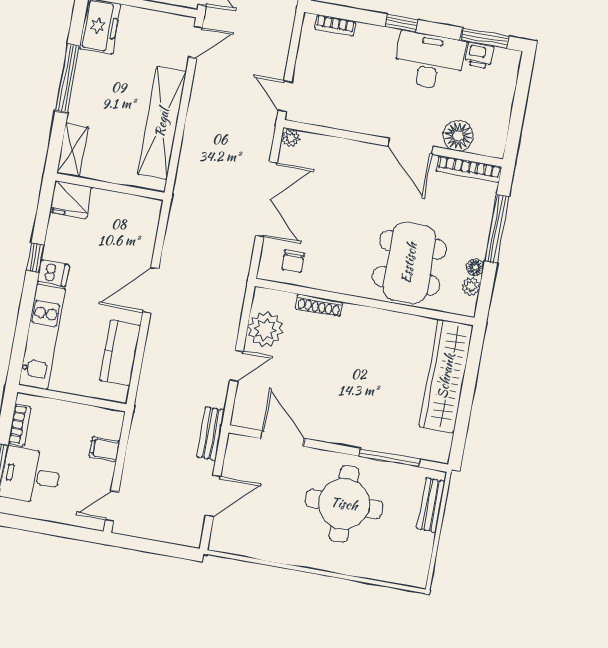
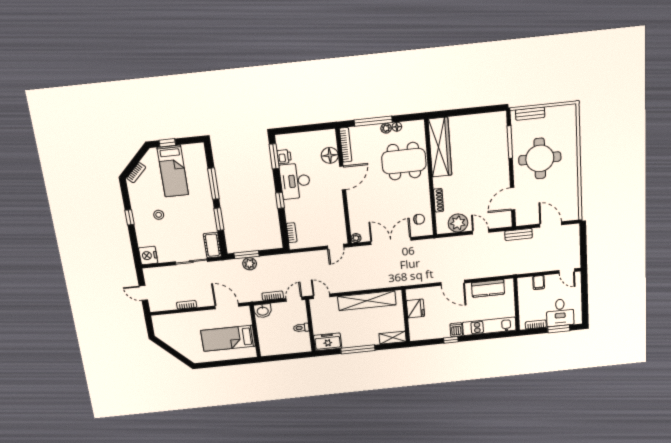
fridge: (71, 200) -> (415, 308), moved
plant: (471, 286) -> (386, 128), moved
wardrobe: (446, 376) -> (440, 147), moved, turned -90

